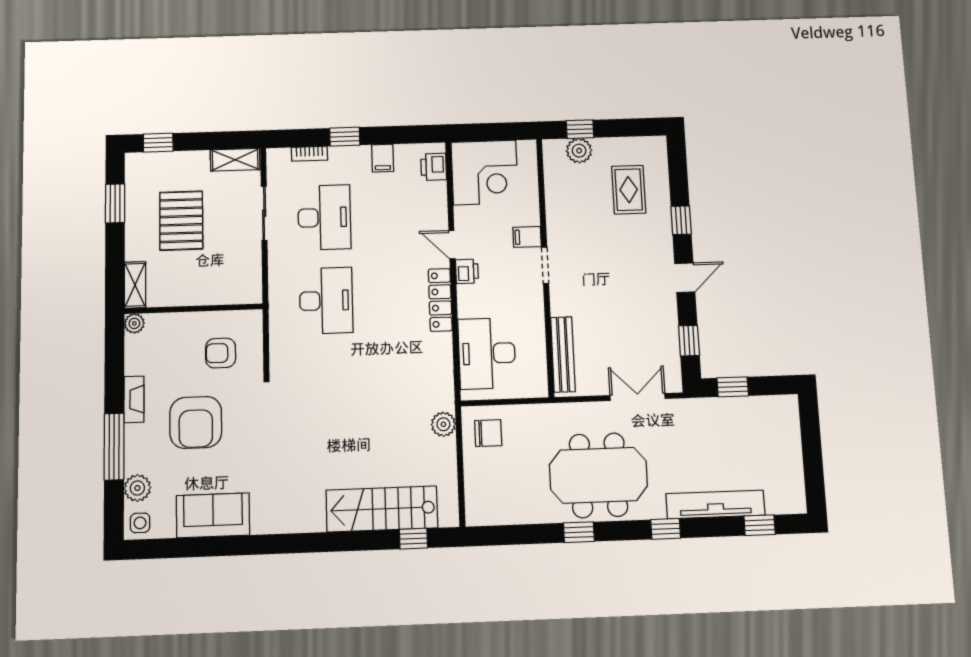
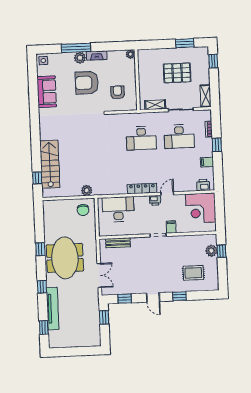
shelving: (135, 285) -> (155, 105), moved
bench: (563, 354) -> (118, 243), width x0.73
plant: (137, 488) -> (80, 58), moved

